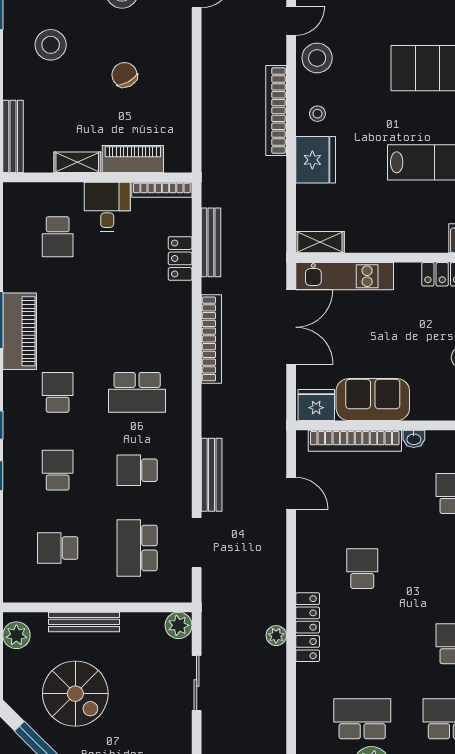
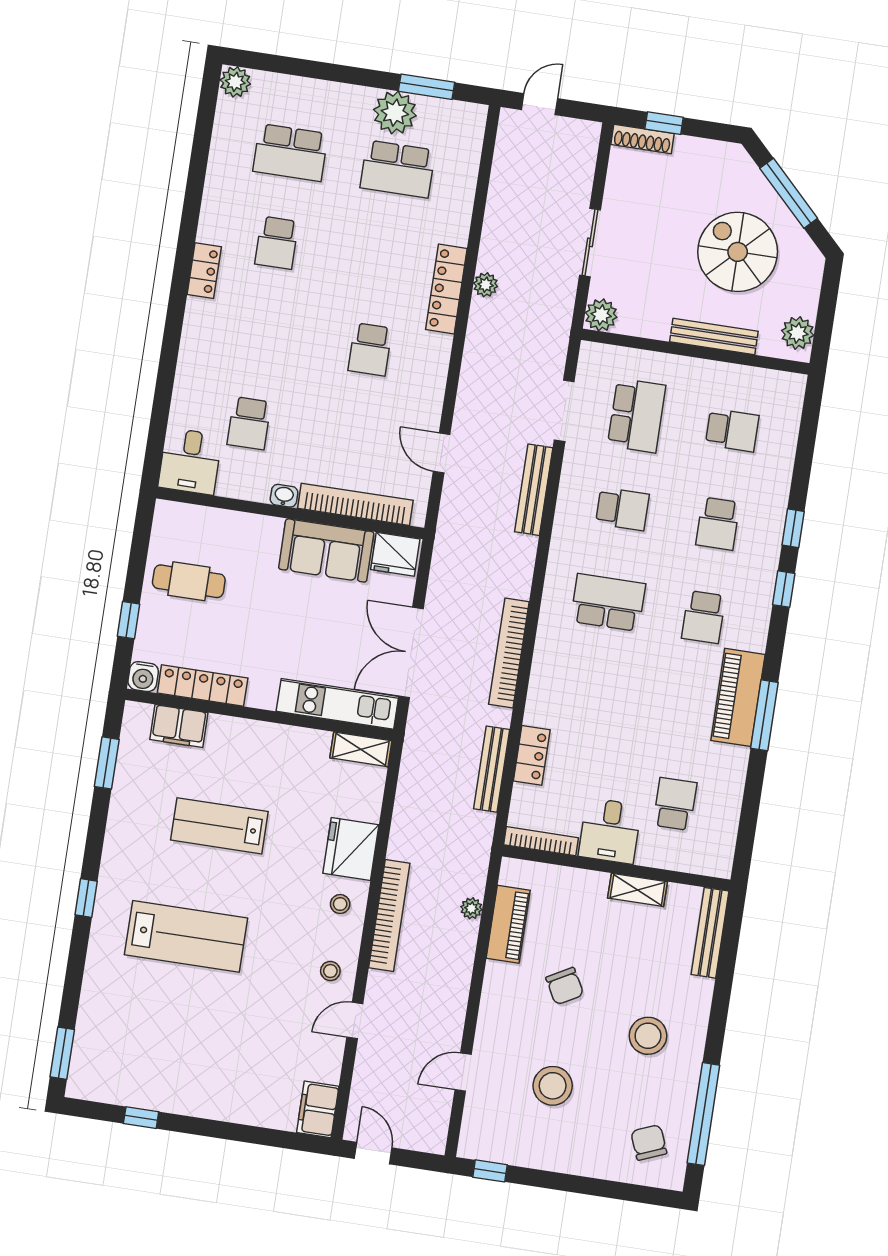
stool: (317, 58) -> (330, 971), width x0.53, depth x0.53
plant: (210, 127) -> (471, 908), added
piano: (133, 159) -> (508, 924), moved, turned -90

